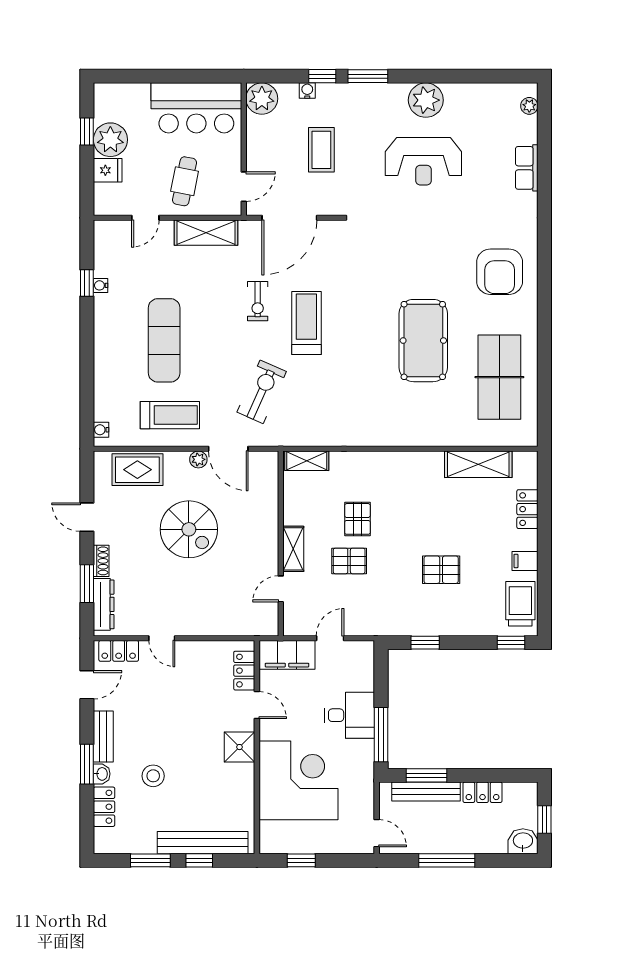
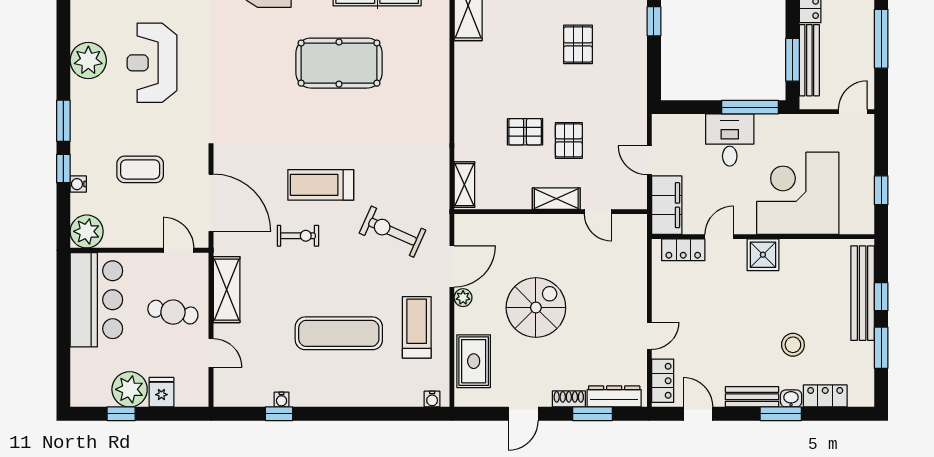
reception desk: (423, 161) -> (152, 63), turned 180
window: (425, 643) -> (654, 21), moved

